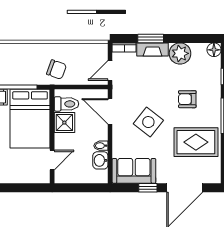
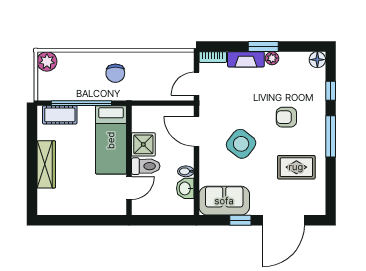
window: (151, 38) -> (263, 47), moved
plant: (180, 53) -> (272, 58), width x0.53, depth x0.53
chair: (56, 70) -> (115, 73), moved, turned 70
toilet: (66, 104) -> (146, 166), moved
bed: (30, 119) -> (111, 140), width x0.67
rug: (196, 142) -> (296, 167), width x0.73, depth x0.70

